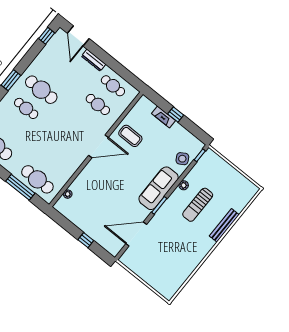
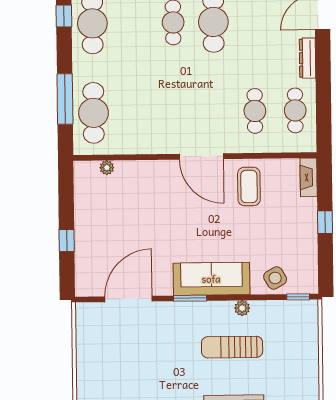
fireplace: (164, 117) -> (309, 177), moved
door: (136, 234) -> (129, 299), hinge flipped

